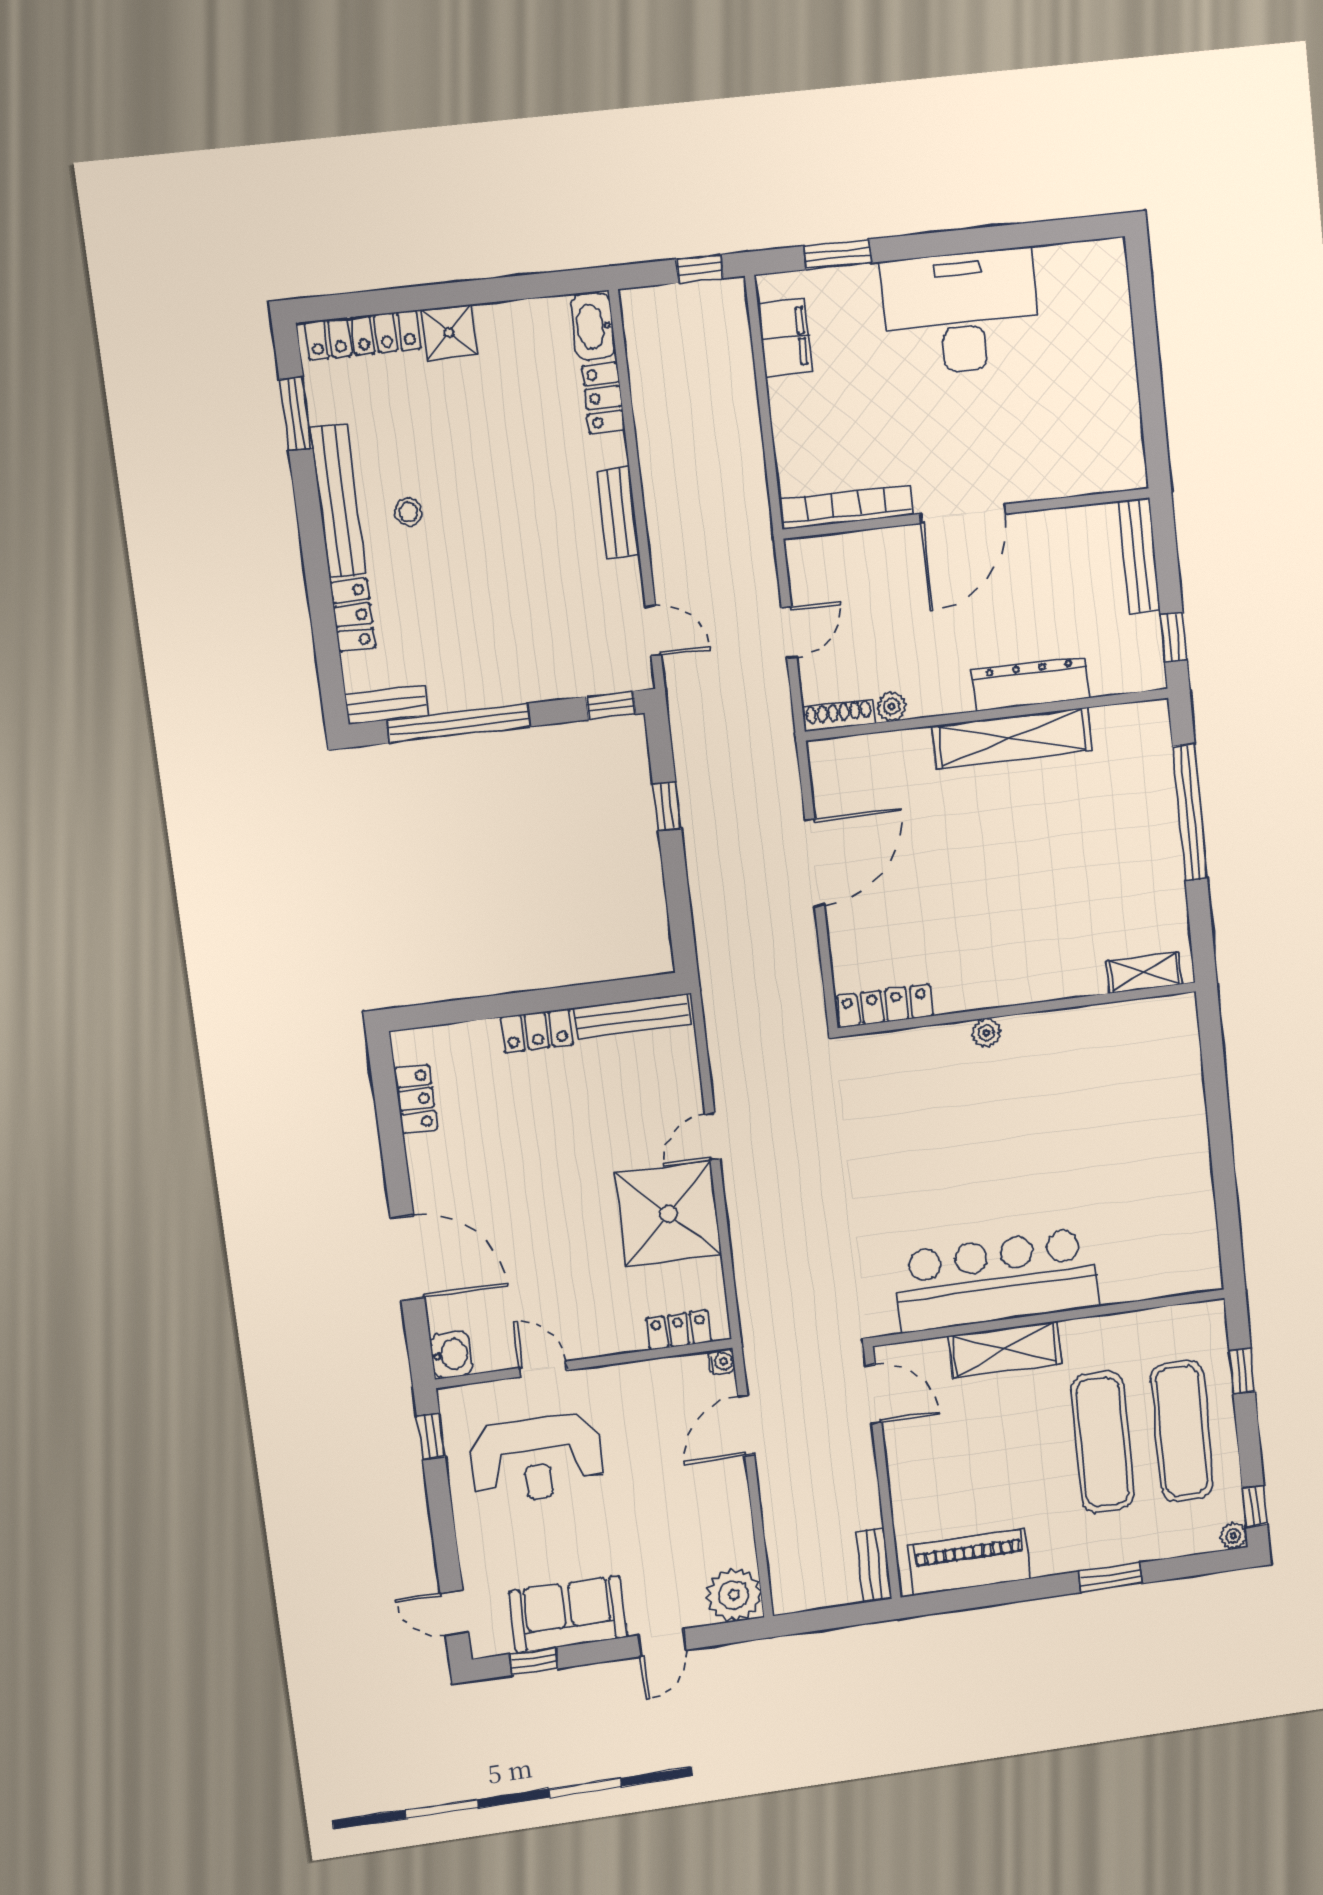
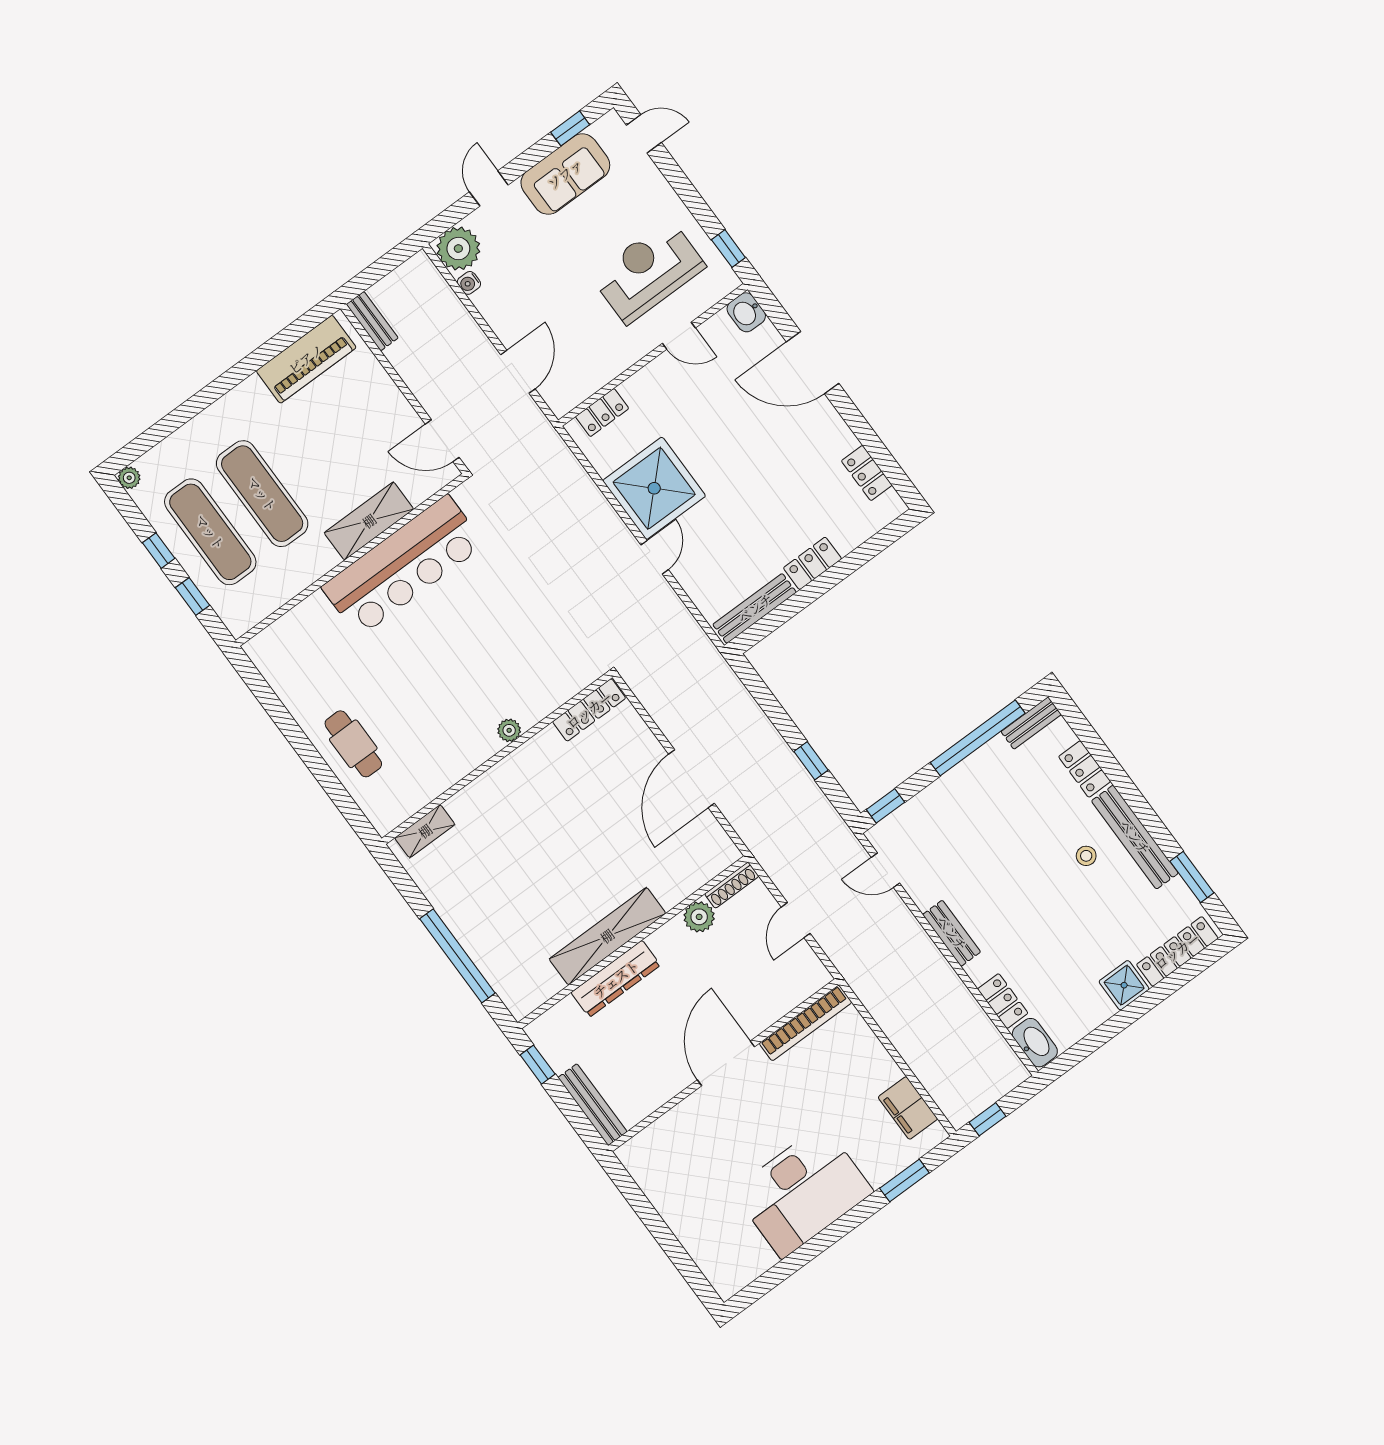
plant: (892, 707) -> (699, 917), width x1.38, depth x1.38
cafe table: (1165, 1114) -> (353, 744), added
water cooler: (722, 1362) -> (469, 283), moved
window: (1255, 1506) -> (159, 551), moved
window: (1110, 1577) -> (200, 401), removed

